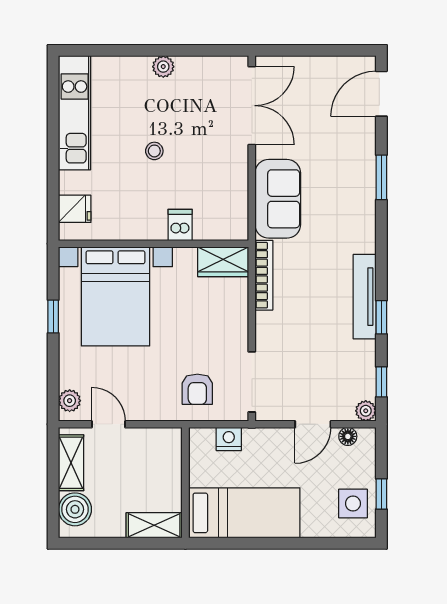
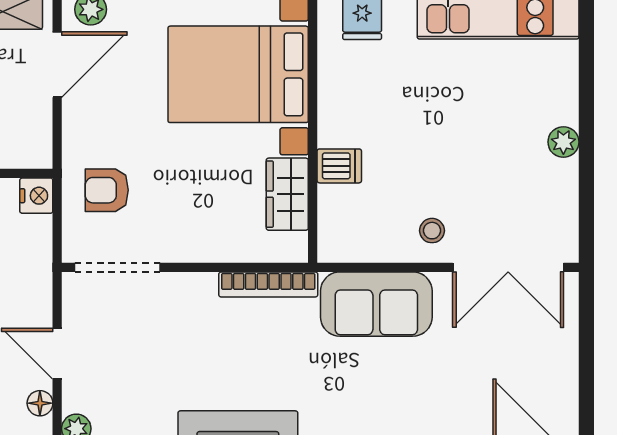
stool: (154, 151) -> (432, 231), moved
wardrobe: (223, 262) -> (287, 194), moved
door: (109, 424) -> (57, 65), width x1.38
nightstand: (229, 439) -> (36, 196), moved

